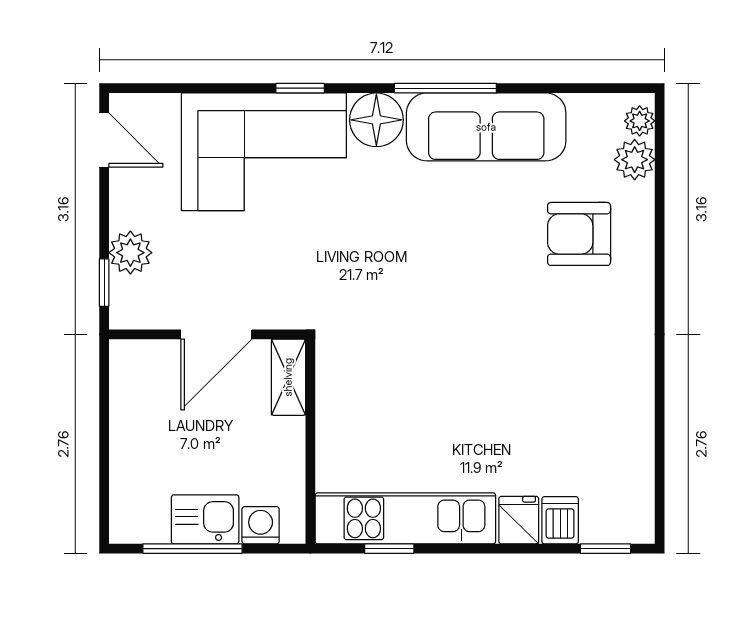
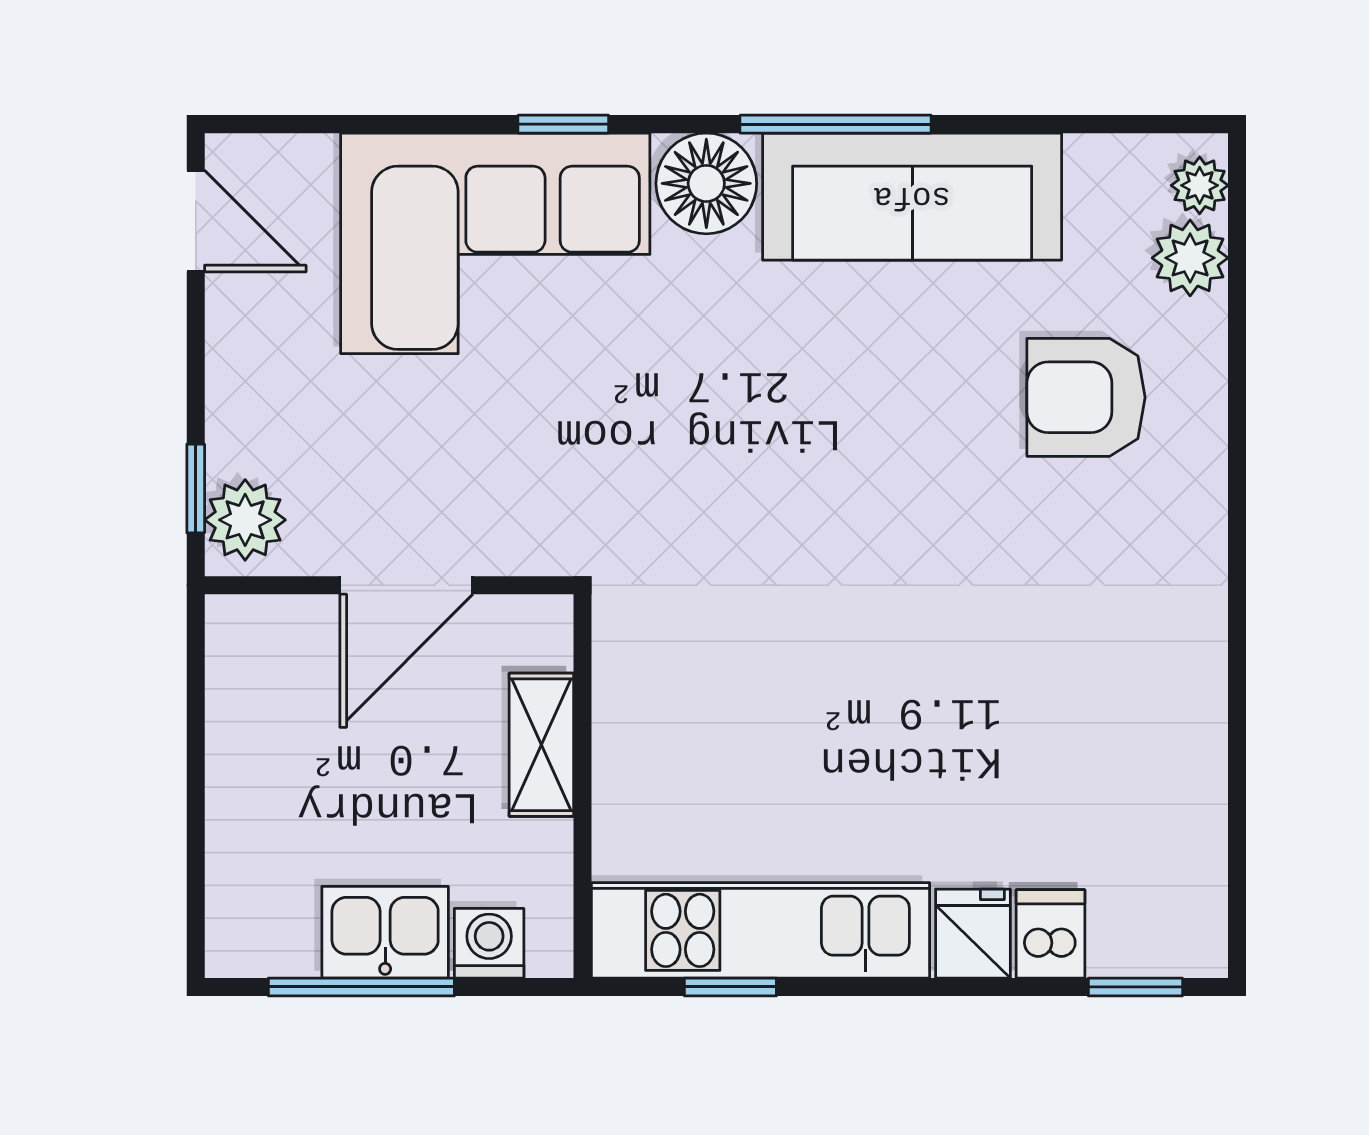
plant: (130, 253) -> (245, 520), moved
shelving: (288, 377) -> (541, 745), moved

